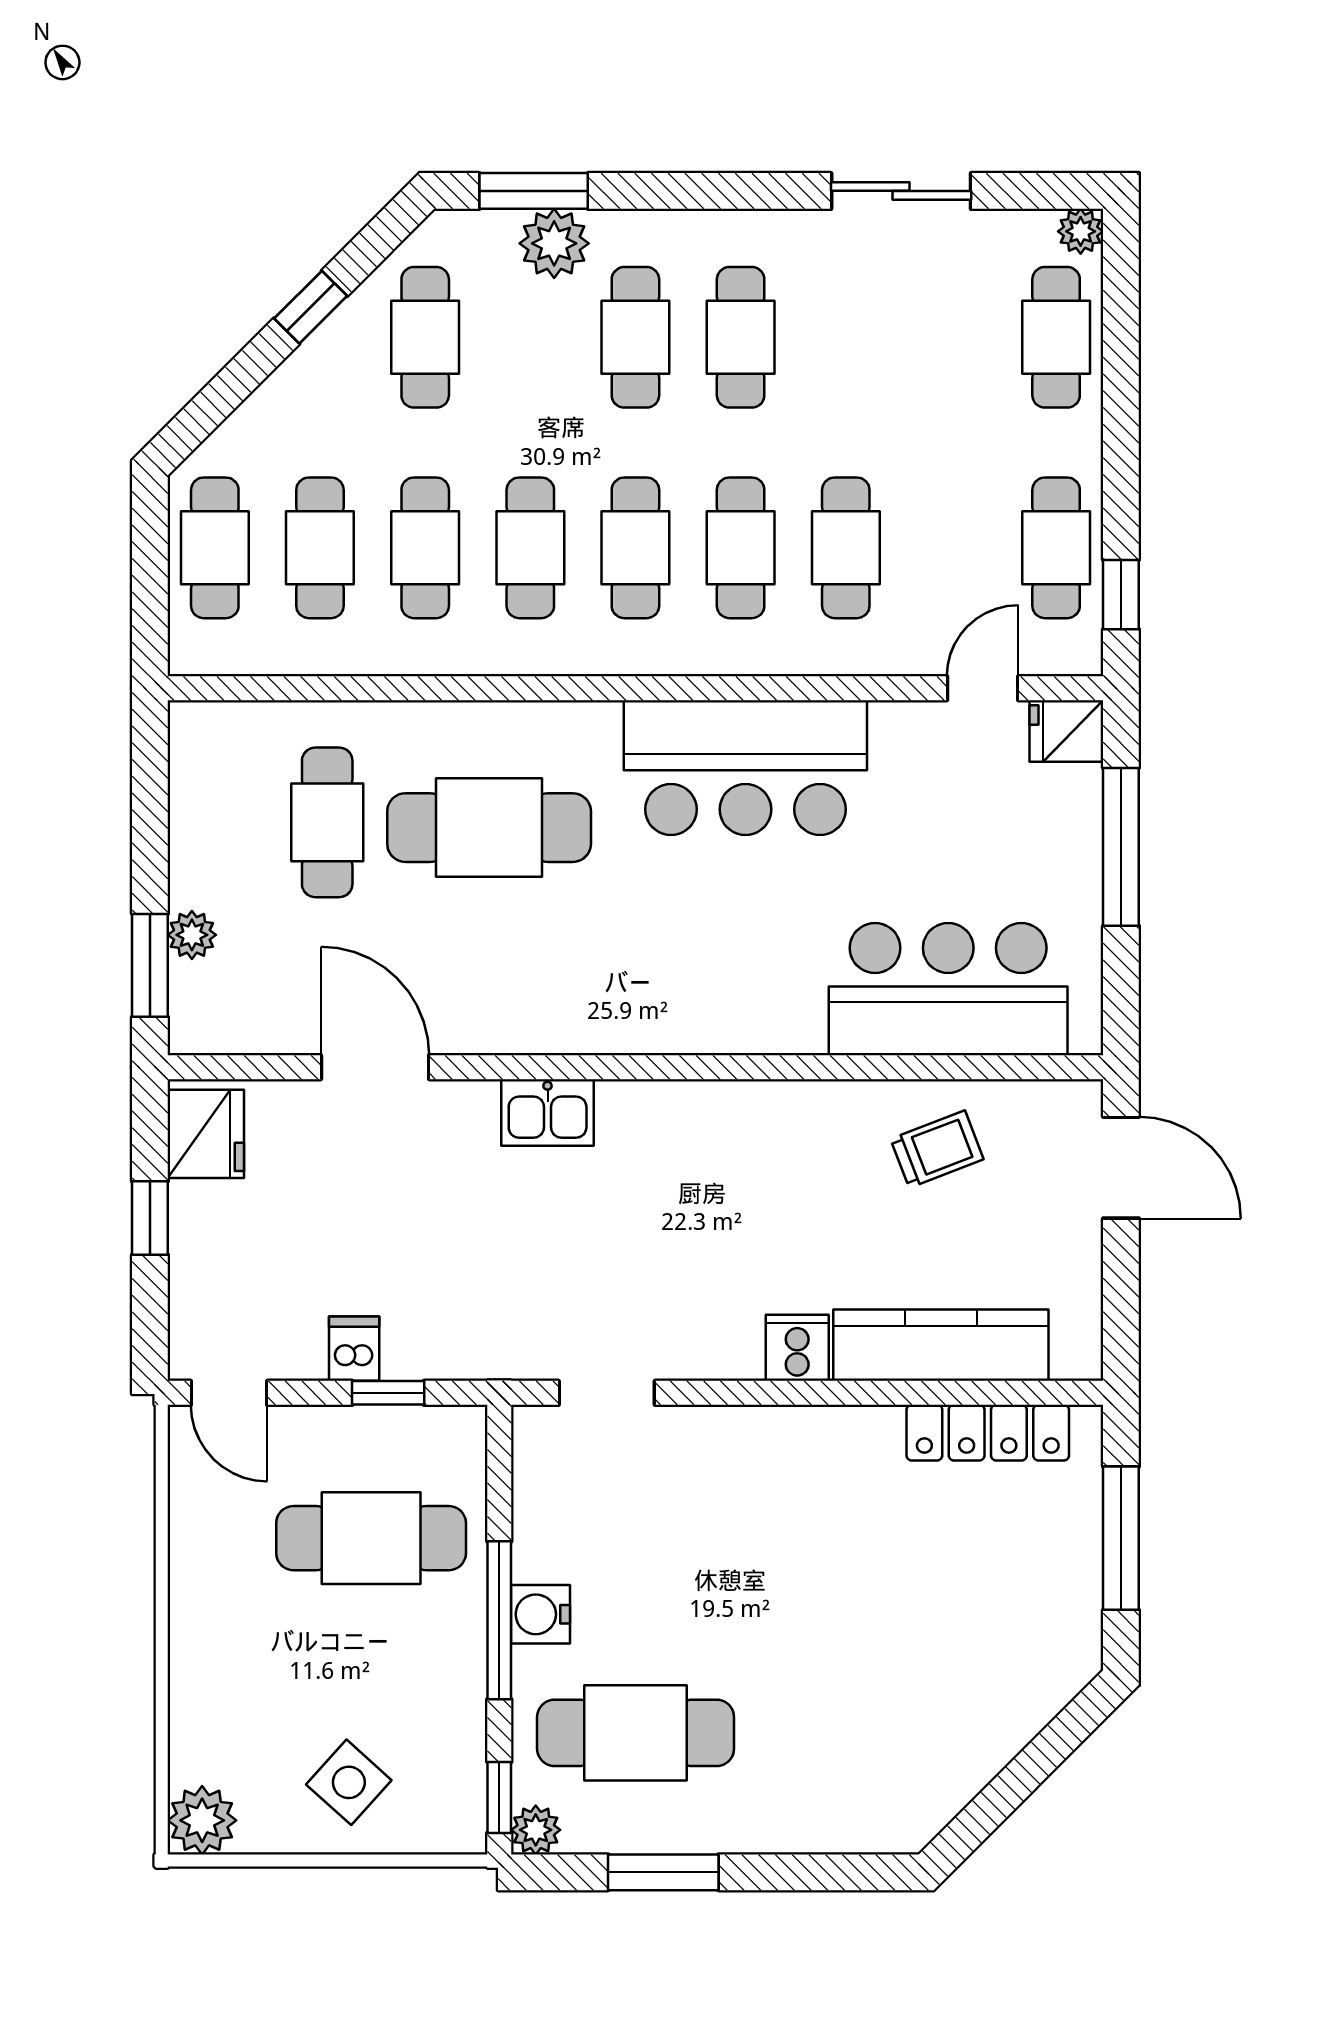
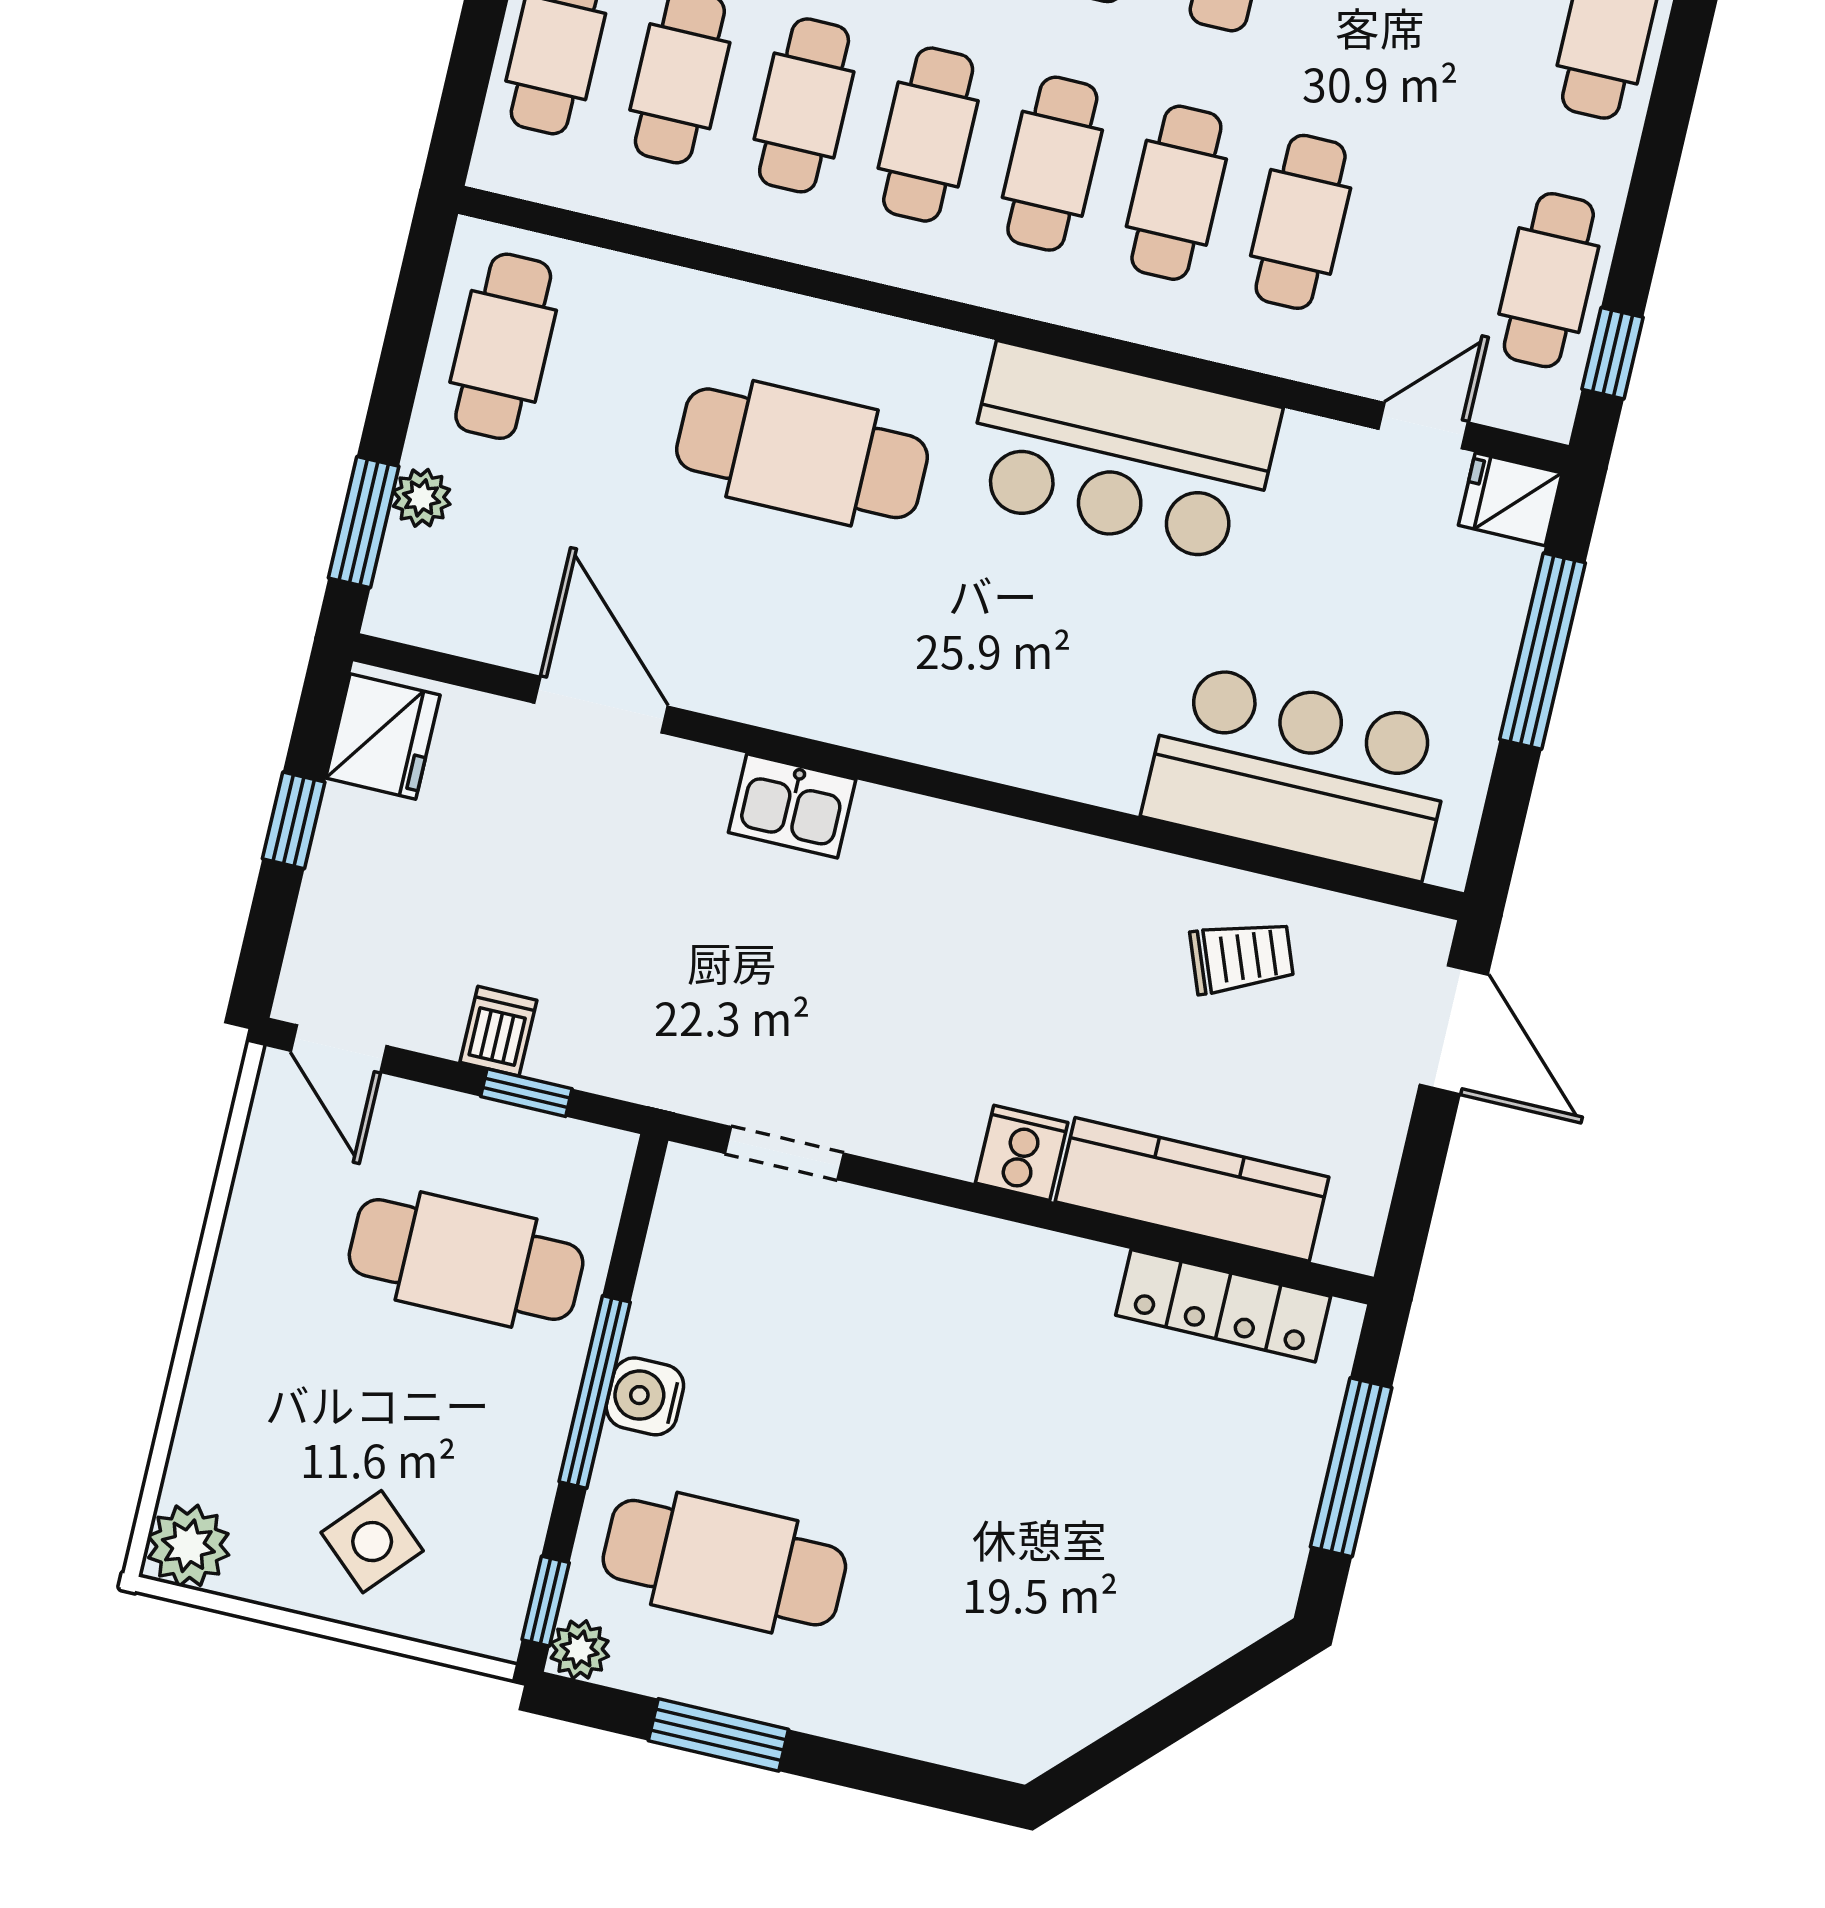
cafe table: (327, 822) -> (503, 346), moved

